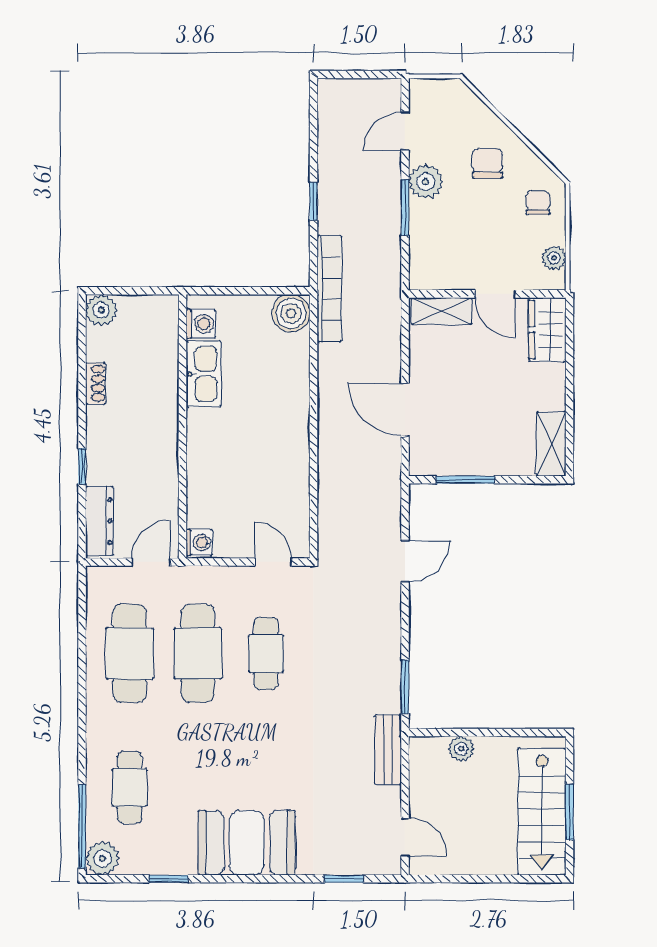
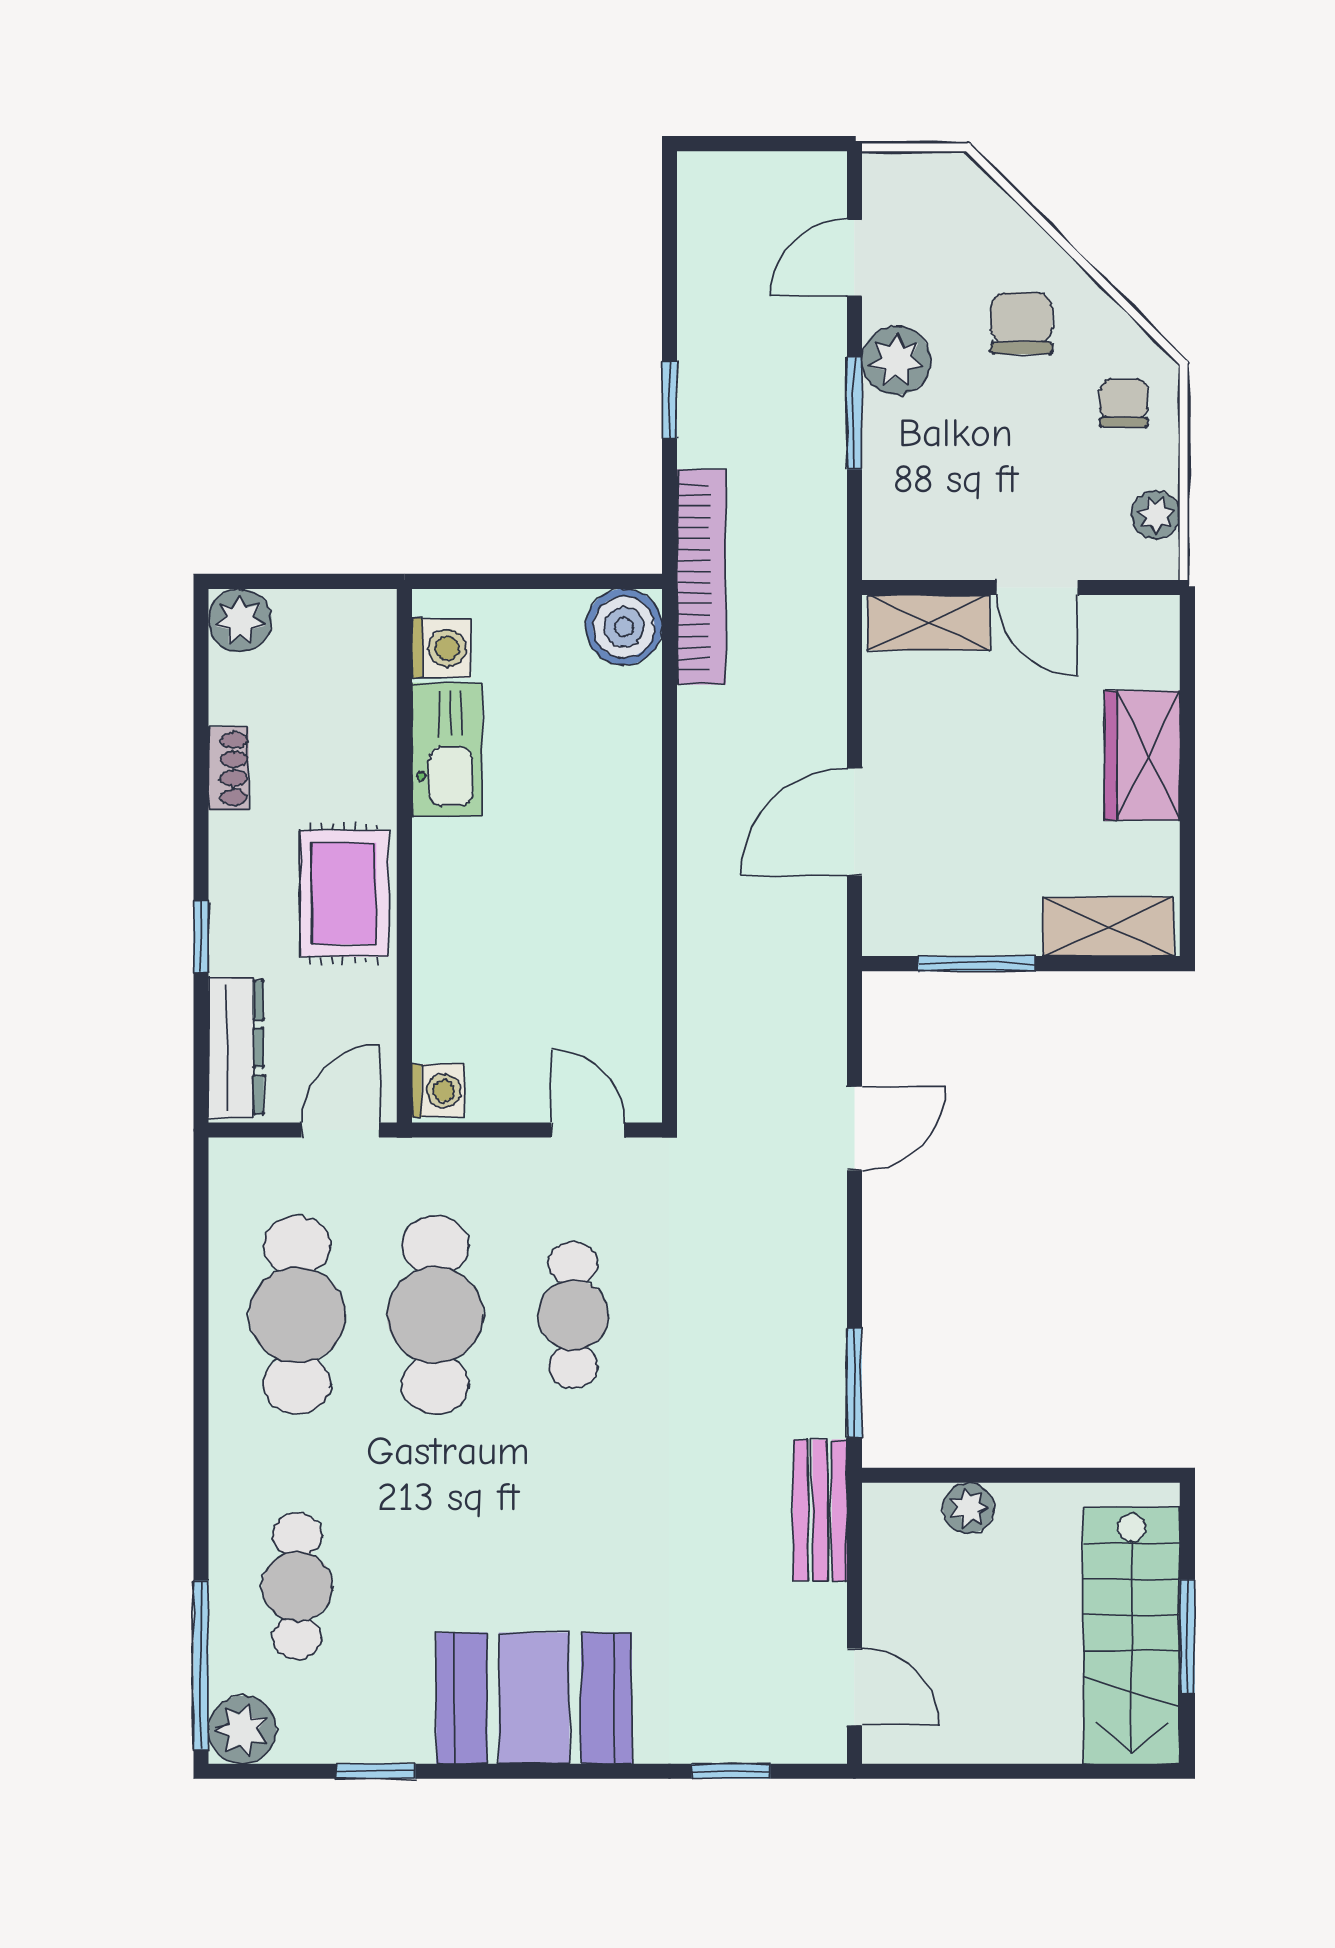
wardrobe: (547, 330) -> (1142, 756), moved
door: (405, 410) -> (854, 822), hinge flipped
shelving: (551, 444) -> (1108, 927), moved, turned 90
rug: (153, 445) -> (344, 894), added

